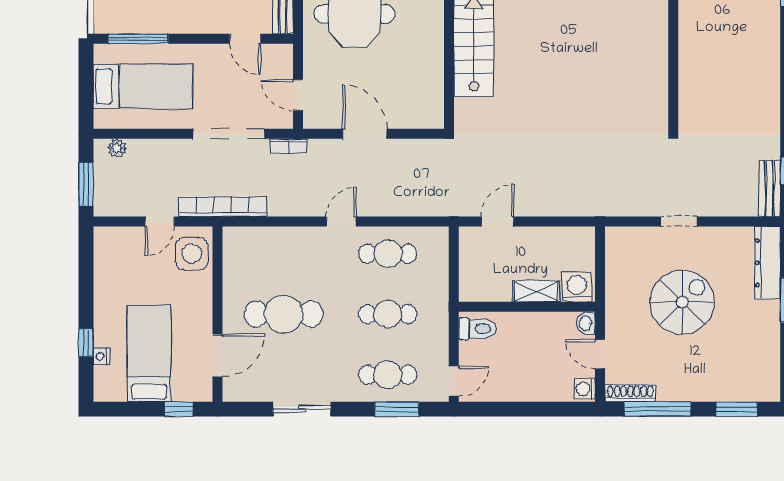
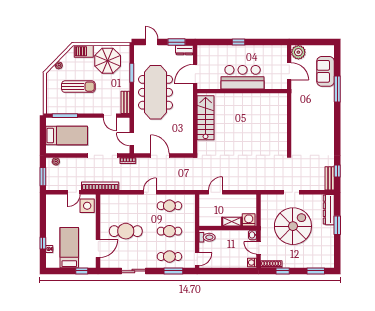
spiral stairs: (682, 302) -> (293, 226), width x1.37, depth x1.37
window: (658, 409) -> (283, 271), width x0.46

